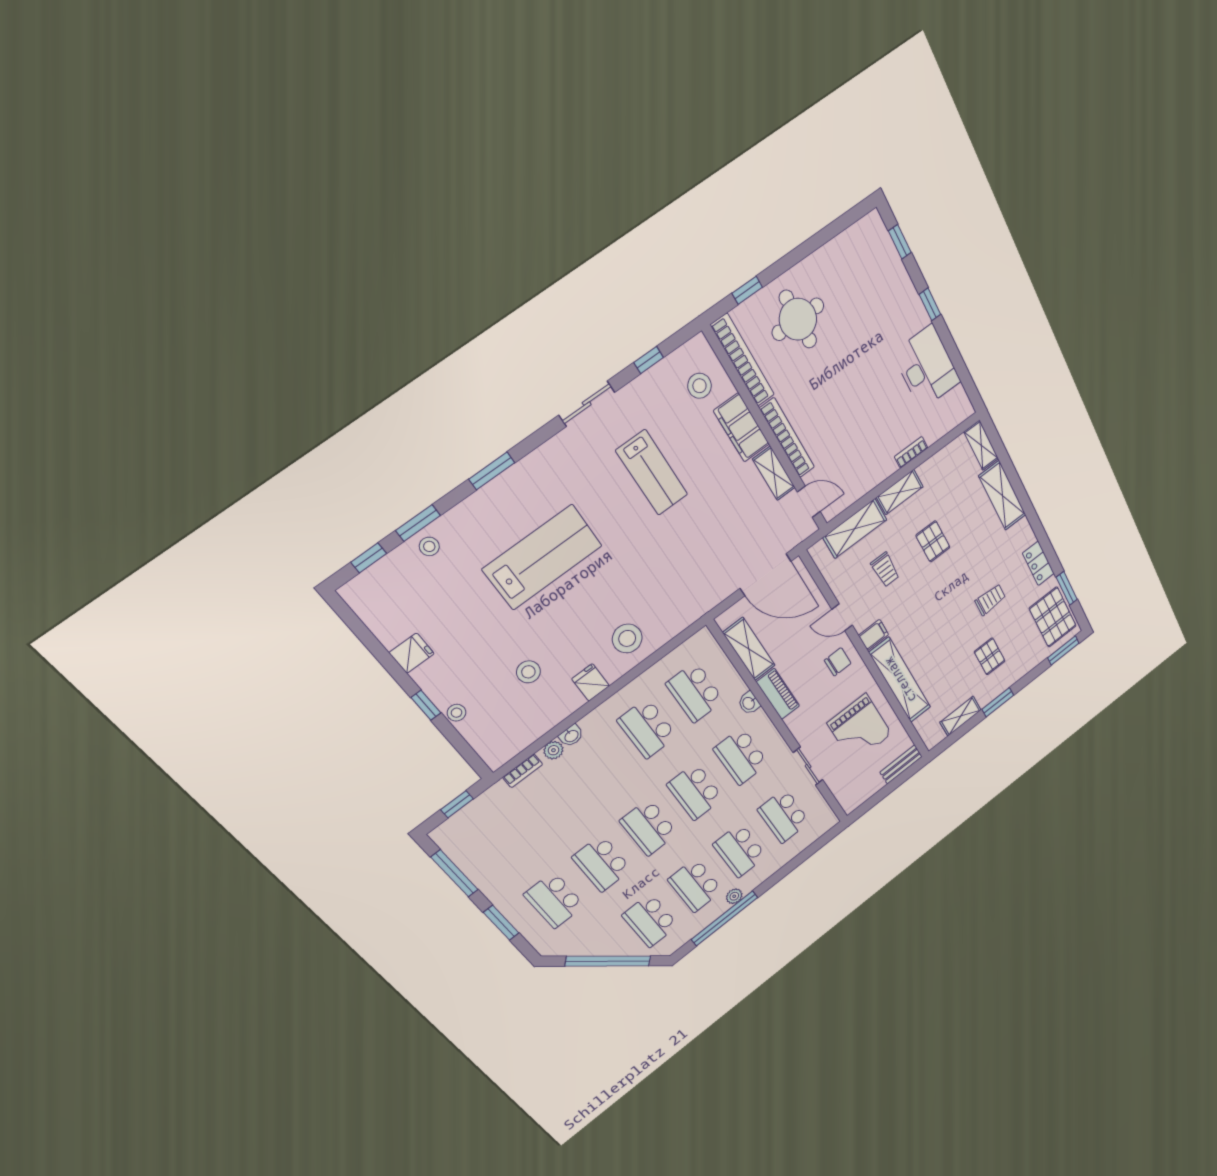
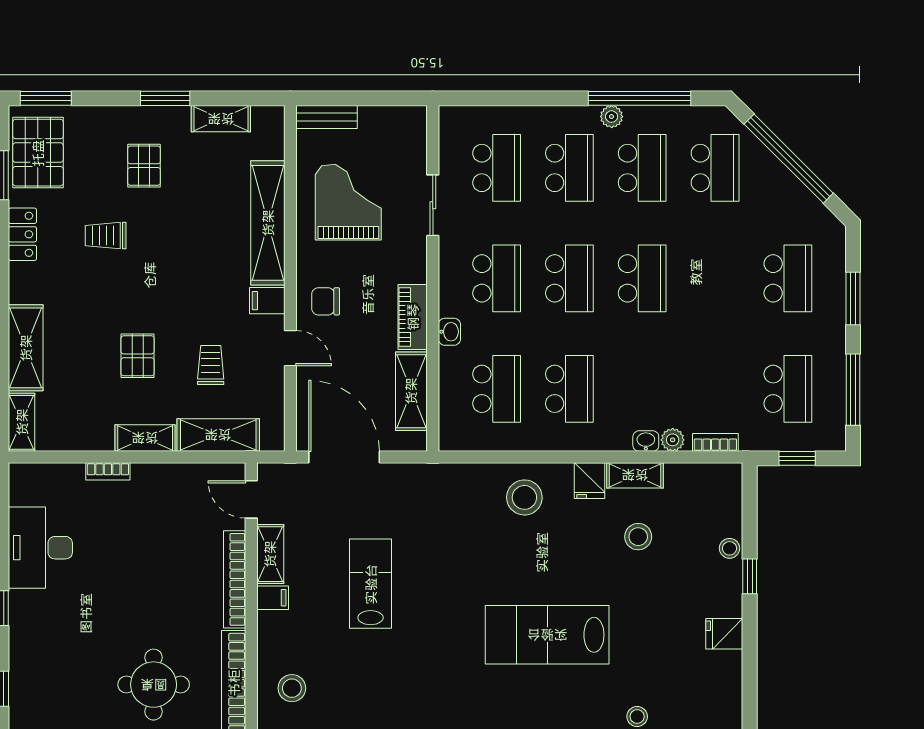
filing cabinet: (742, 428) -> (273, 598), width x0.33, depth x0.86
lab bench: (652, 473) -> (371, 584), moved
shelving: (562, 709) -> (635, 475), added
school desk: (602, 863) -> (788, 389), moved

